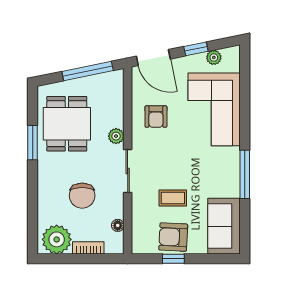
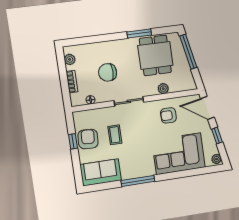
plant: (214, 57) -> (216, 159), moved
door: (153, 58) -> (207, 108), hinge flipped
window: (88, 71) -> (188, 52), moved
dining table: (67, 124) -> (155, 55), turned 90
plant: (116, 136) -> (163, 89), moved
plant: (57, 239) -> (70, 59), width x0.53, depth x0.53

